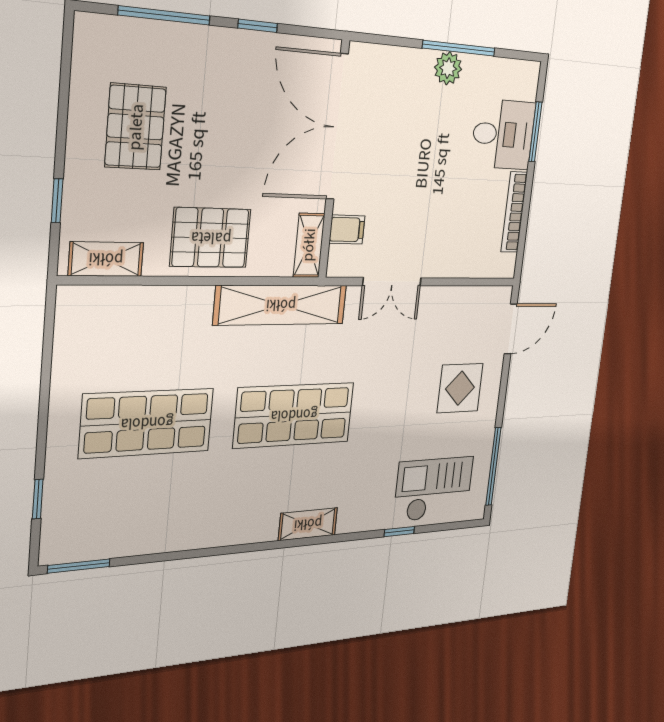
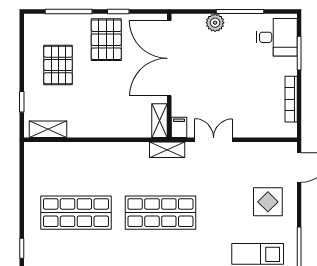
plant: (448, 68) -> (215, 23), moved
desk: (503, 134) -> (277, 37), moved
filing cabinet: (347, 230) -> (179, 127), moved, turned -90
pallet: (211, 238) -> (106, 40), moved, turned 90
double door: (392, 282) -> (214, 140), swing flipped
shelving: (281, 305) -> (167, 150), width x0.45, depth x0.75

